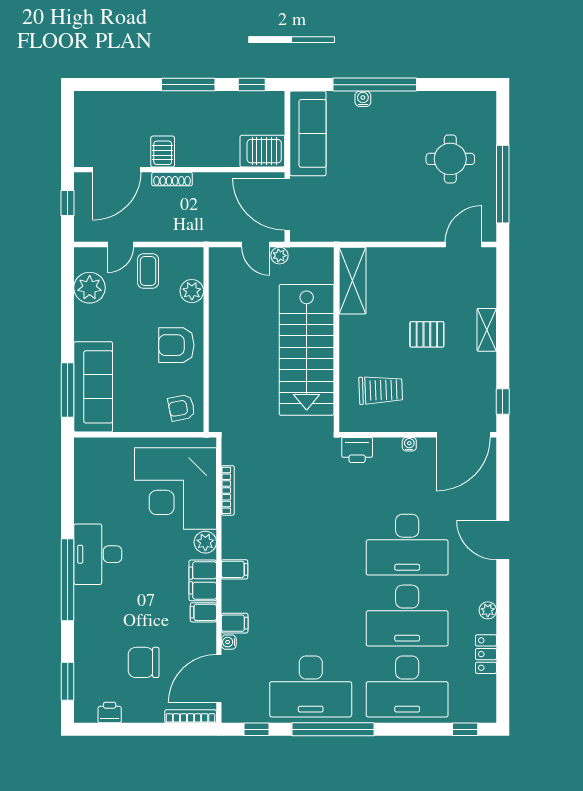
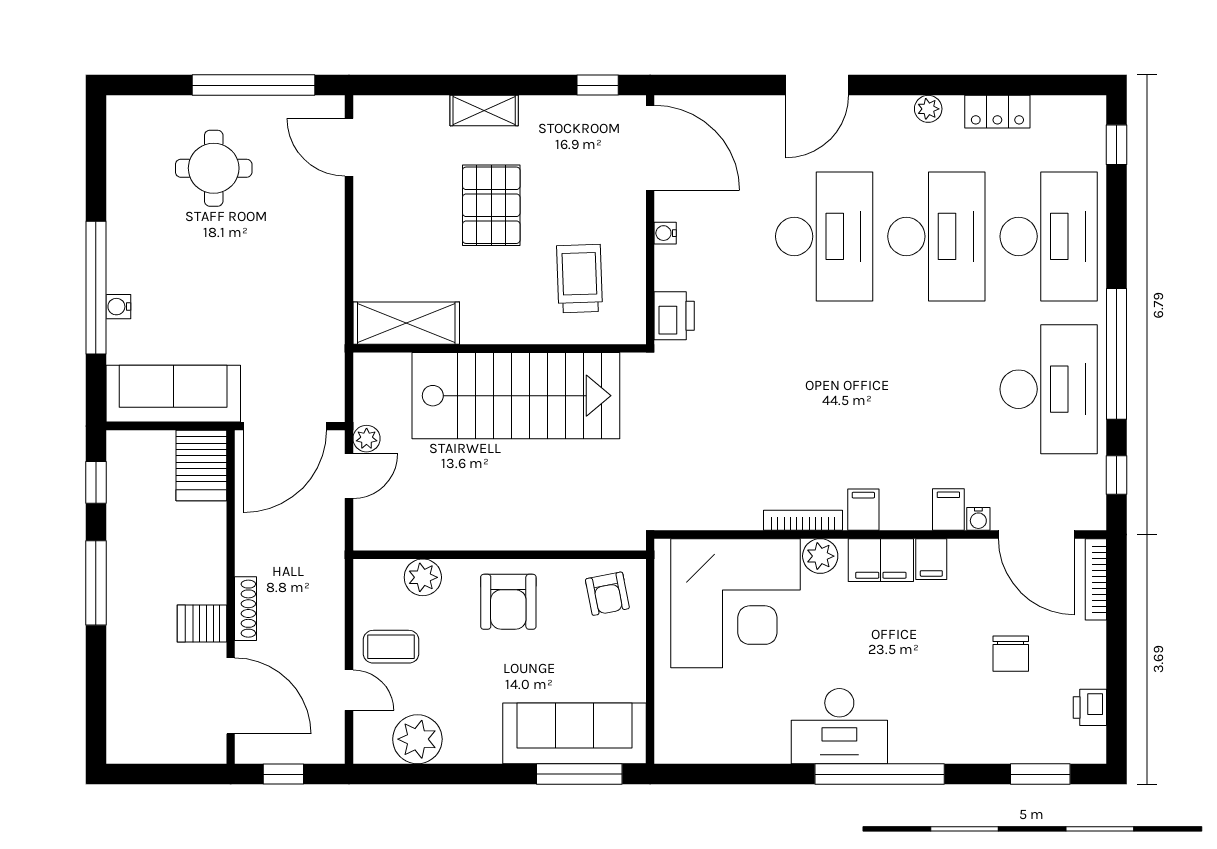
pallet: (427, 334) -> (491, 205), width x1.50, depth x1.42
bookcase: (228, 490) -> (803, 520), moved
chair: (144, 662) -> (1011, 654), width x0.73, depth x0.73

